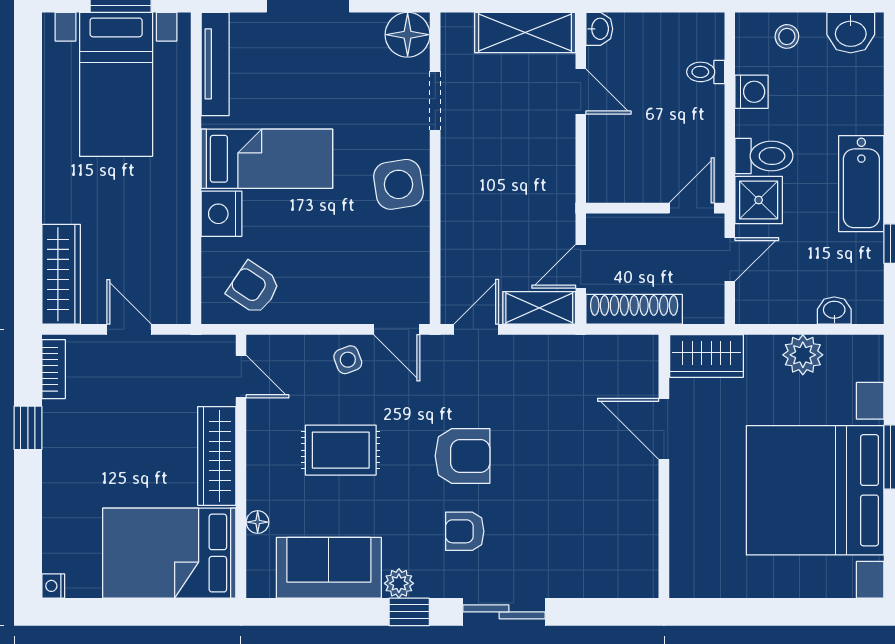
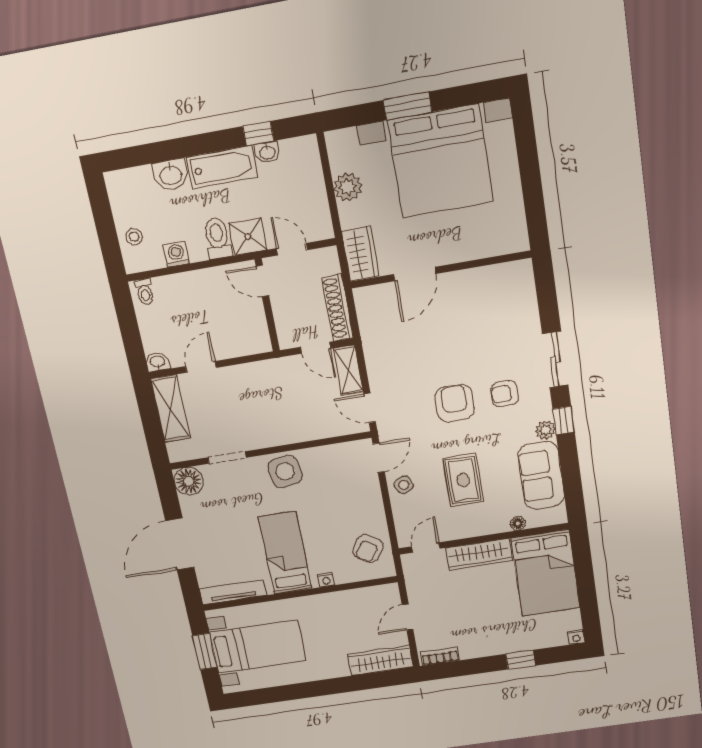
washbasin: (851, 33) -> (171, 175), moved, turned 90
toilet: (706, 72) -> (145, 292), moved
nightstand: (222, 214) -> (326, 580), width x0.53, depth x0.56
washbasin: (834, 311) -> (267, 152), moved, turned -90
window: (28, 428) -> (521, 660), moved
armchair: (465, 531) -> (505, 394), turned 90

